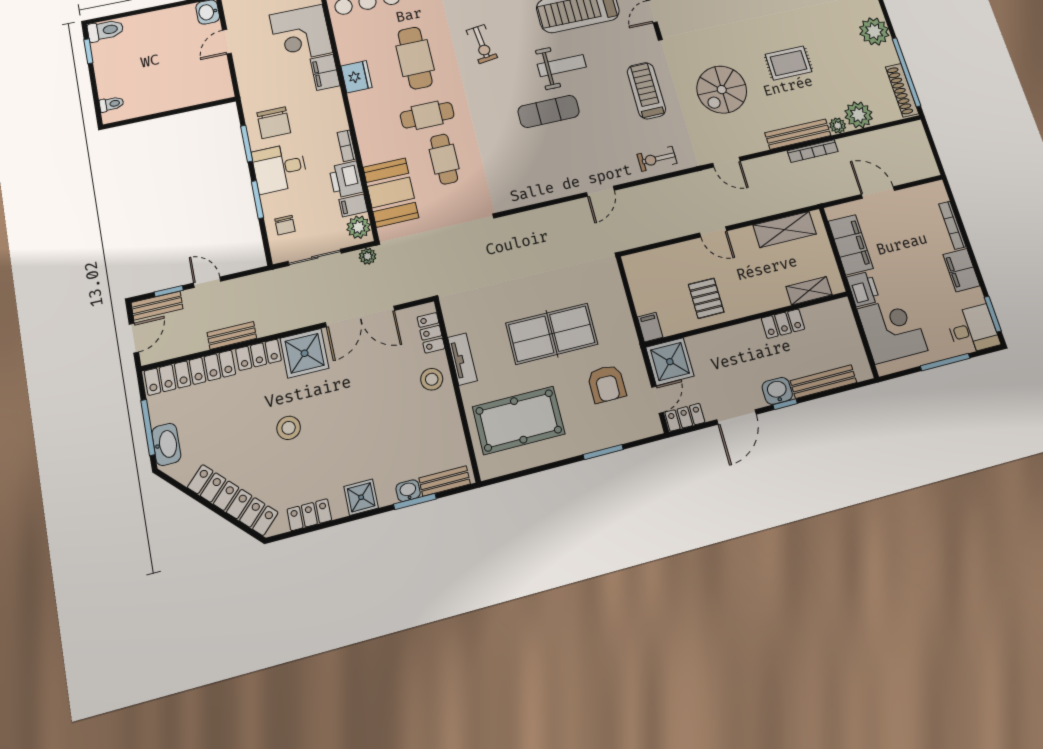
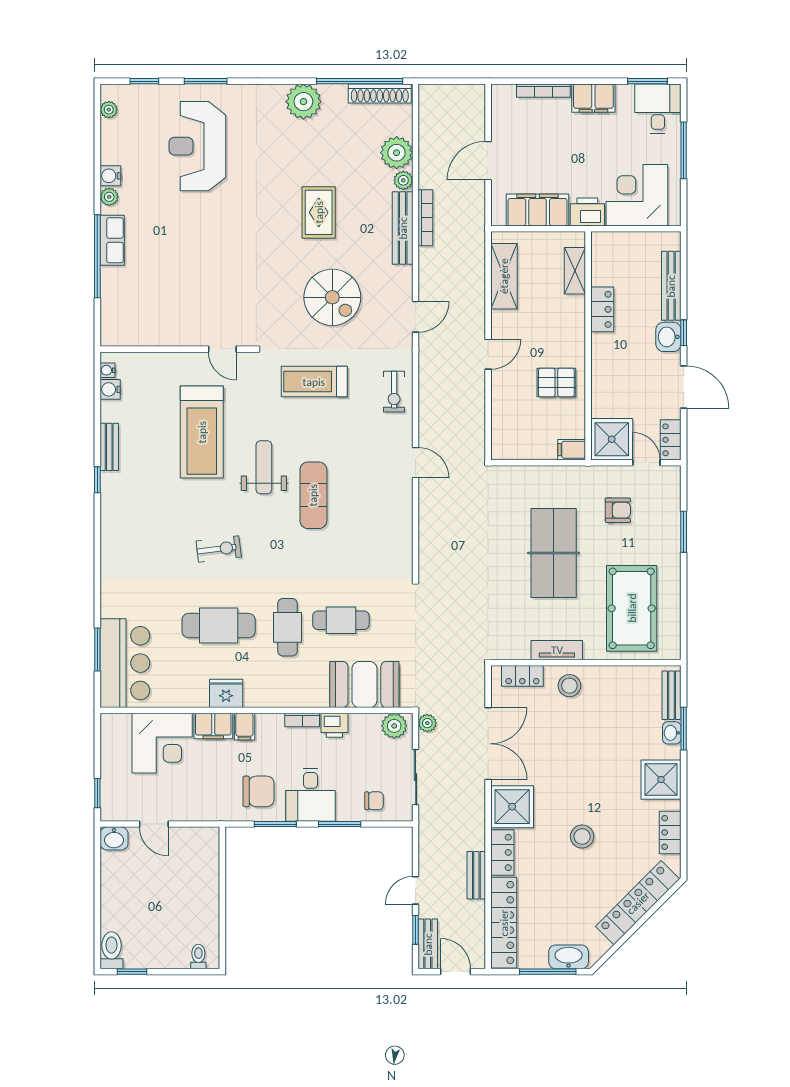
printer: (346, 179) -> (334, 725), width x0.73, depth x0.81
filing cabinet: (353, 205) -> (244, 727), moved
armchair: (607, 384) -> (618, 510), width x0.72, depth x0.72
shower: (361, 497) -> (661, 780), width x1.36, depth x1.36

